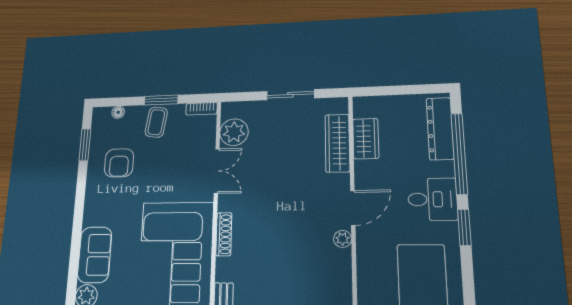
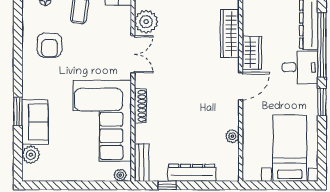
wardrobe: (366, 139) -> (252, 53), moved
window: (85, 145) -> (18, 111), moved
desk: (432, 199) -> (300, 67), moved
plant: (342, 239) -> (232, 136), moved

